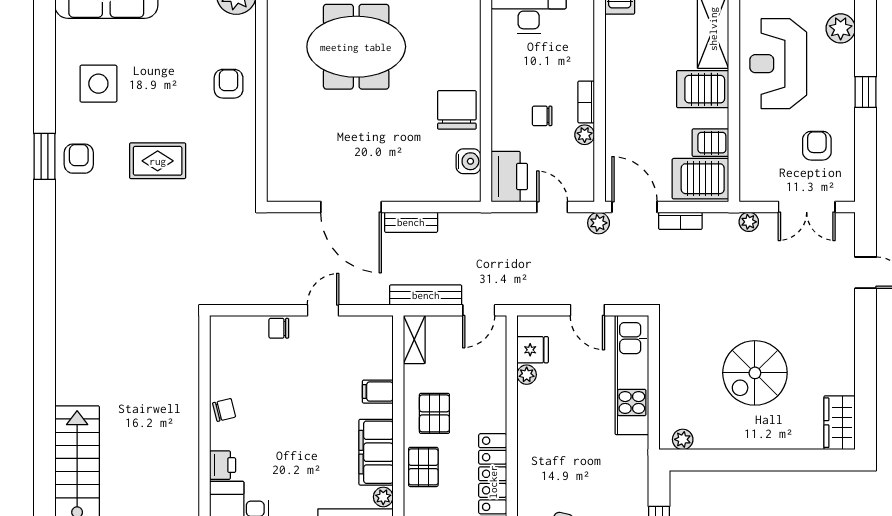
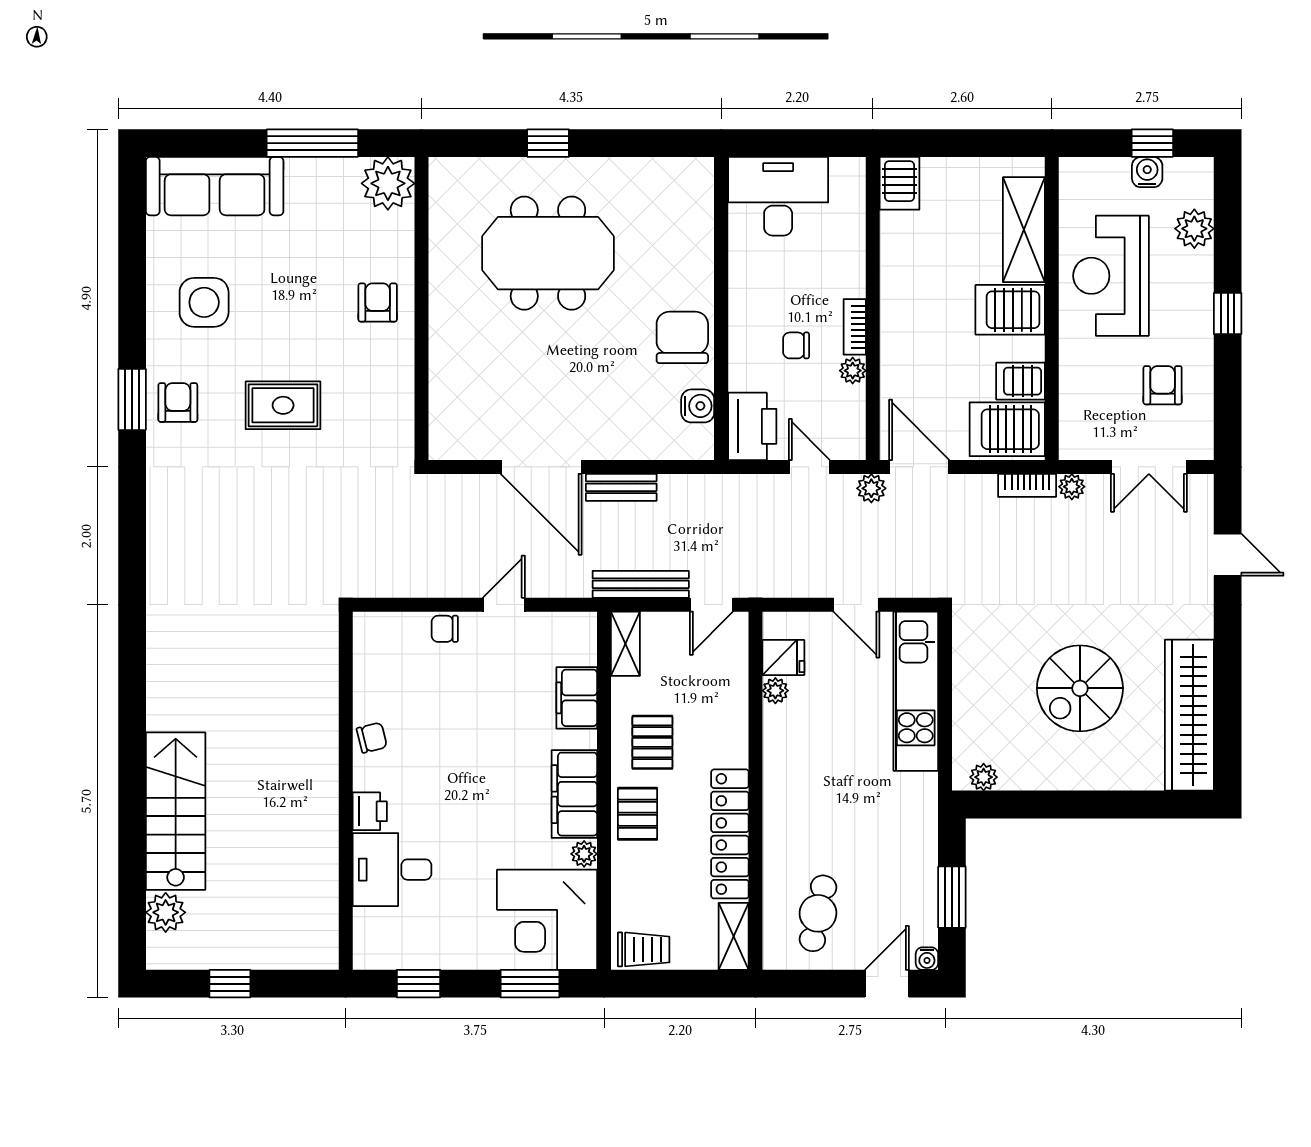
bookcase: (680, 221) -> (1027, 485), moved
filing cabinet: (378, 392) -> (577, 698), width x2.00
wardrobe: (840, 423) -> (1189, 715), width x2.10, depth x1.17

